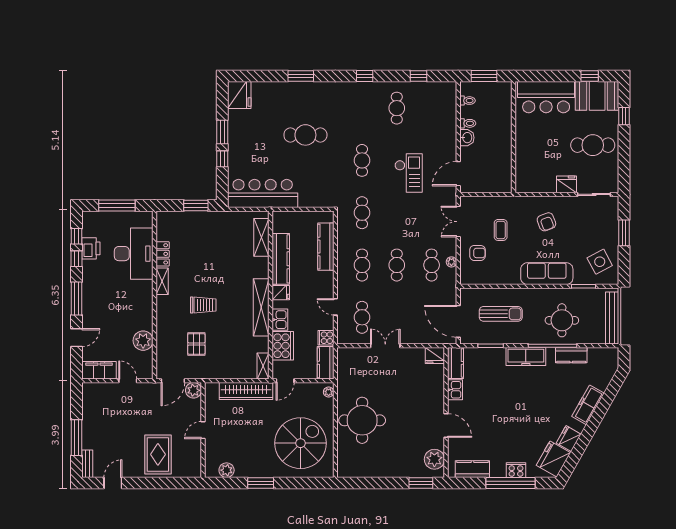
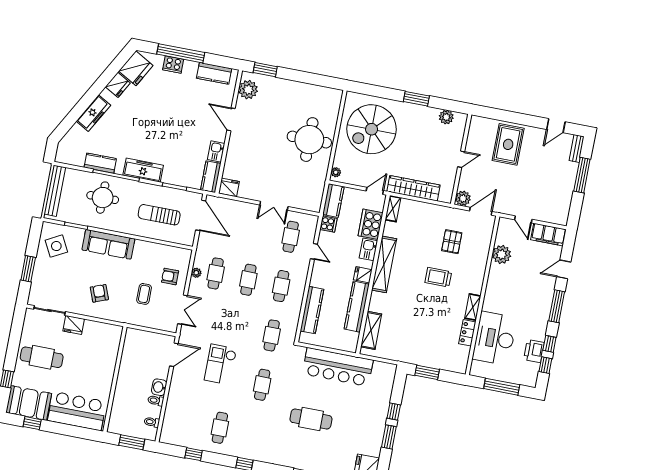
bar counter: (263, 193) -> (338, 367), moved

